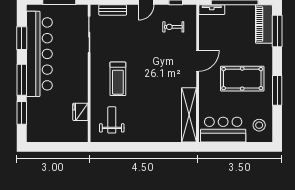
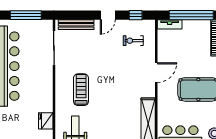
bench: (113, 10) -> (76, 25), width x1.36
treadmill: (118, 79) -> (81, 90), turned 180

